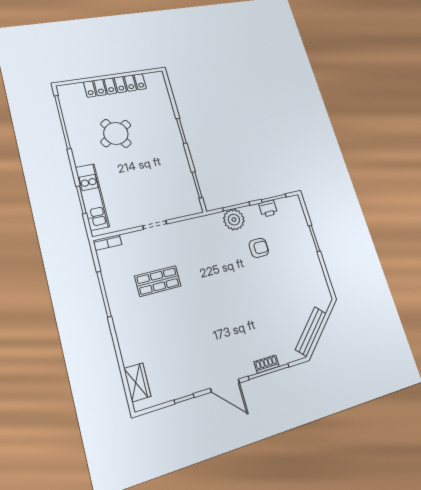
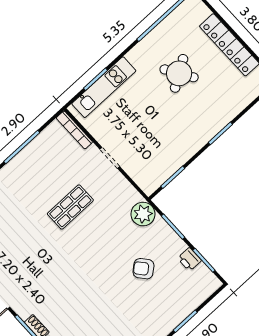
plant: (234, 220) -> (143, 214), moved
bookcase: (107, 242) -> (74, 130), width x1.56
armchair: (259, 248) -> (143, 269), turned 140
shop shelf: (158, 281) -> (70, 207), moved, turned 90

